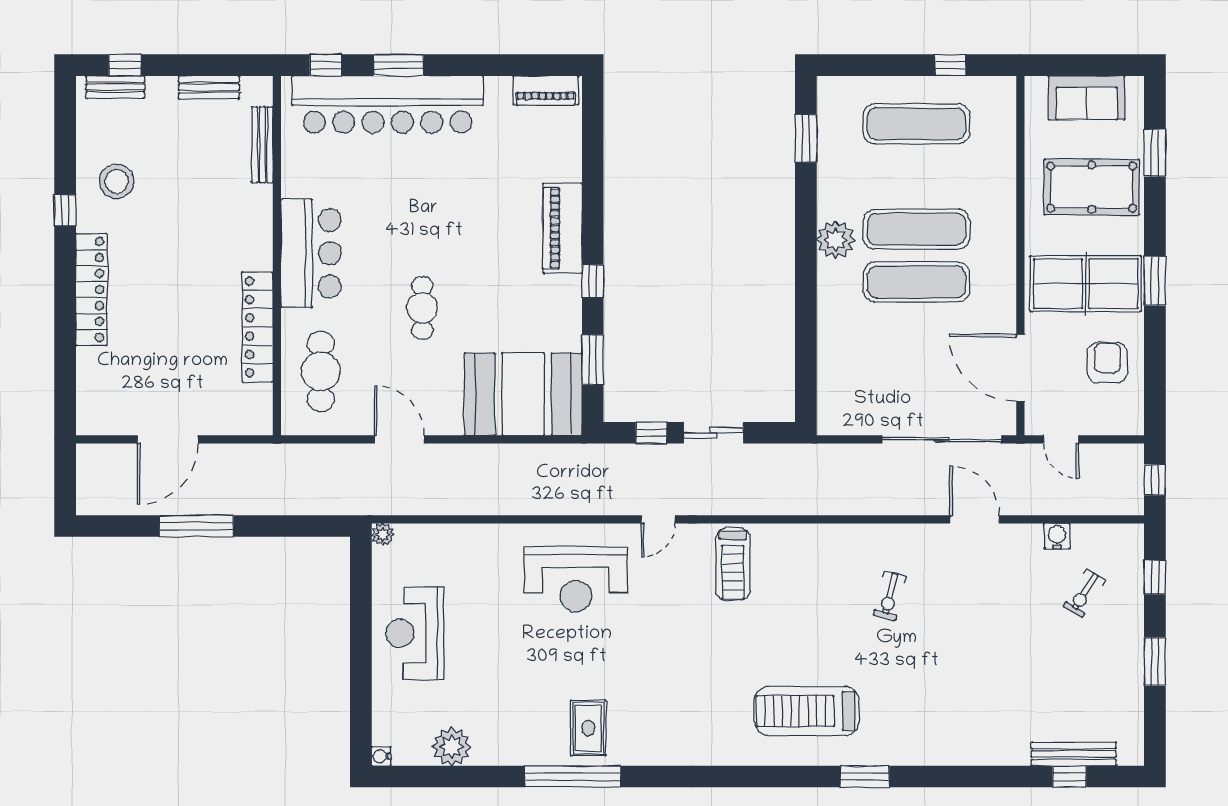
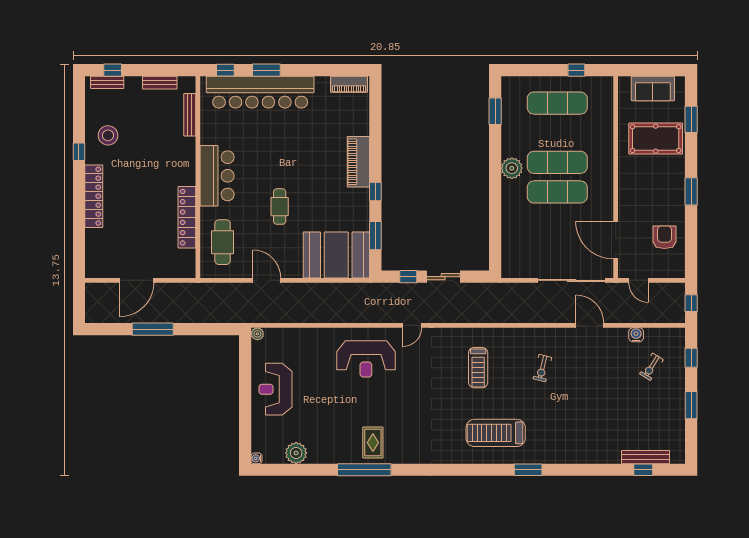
table tennis table: (1086, 284) -> (652, 193), removed
treadmill: (733, 564) -> (478, 368), moved

